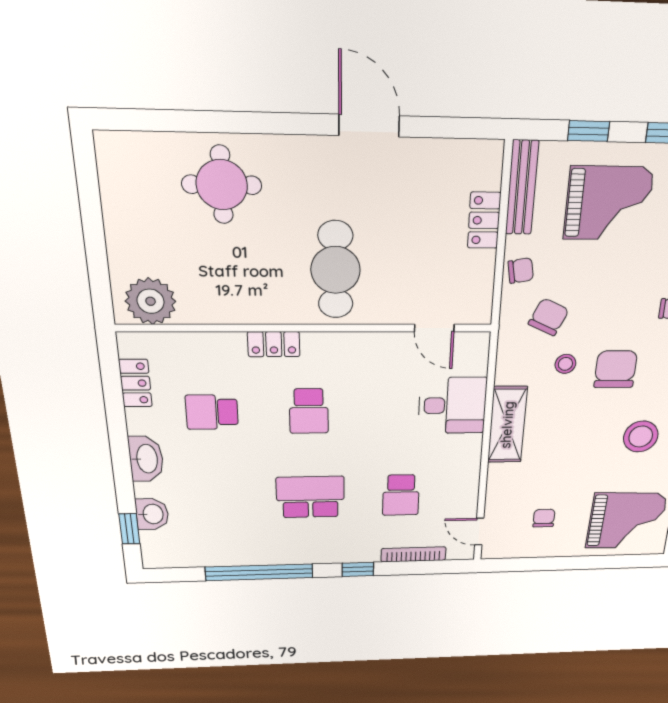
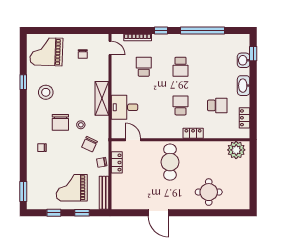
locker: (484, 220) -> (117, 162), moved
school desk: (310, 497) -> (181, 67), width x0.54

